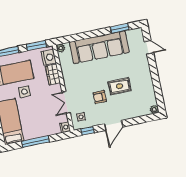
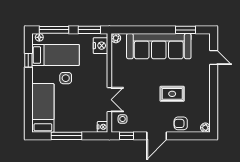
wardrobe: (53, 74) -> (101, 66), removed
armchair: (100, 97) -> (181, 123), moved
double door: (66, 102) -> (109, 100), swing flipped

